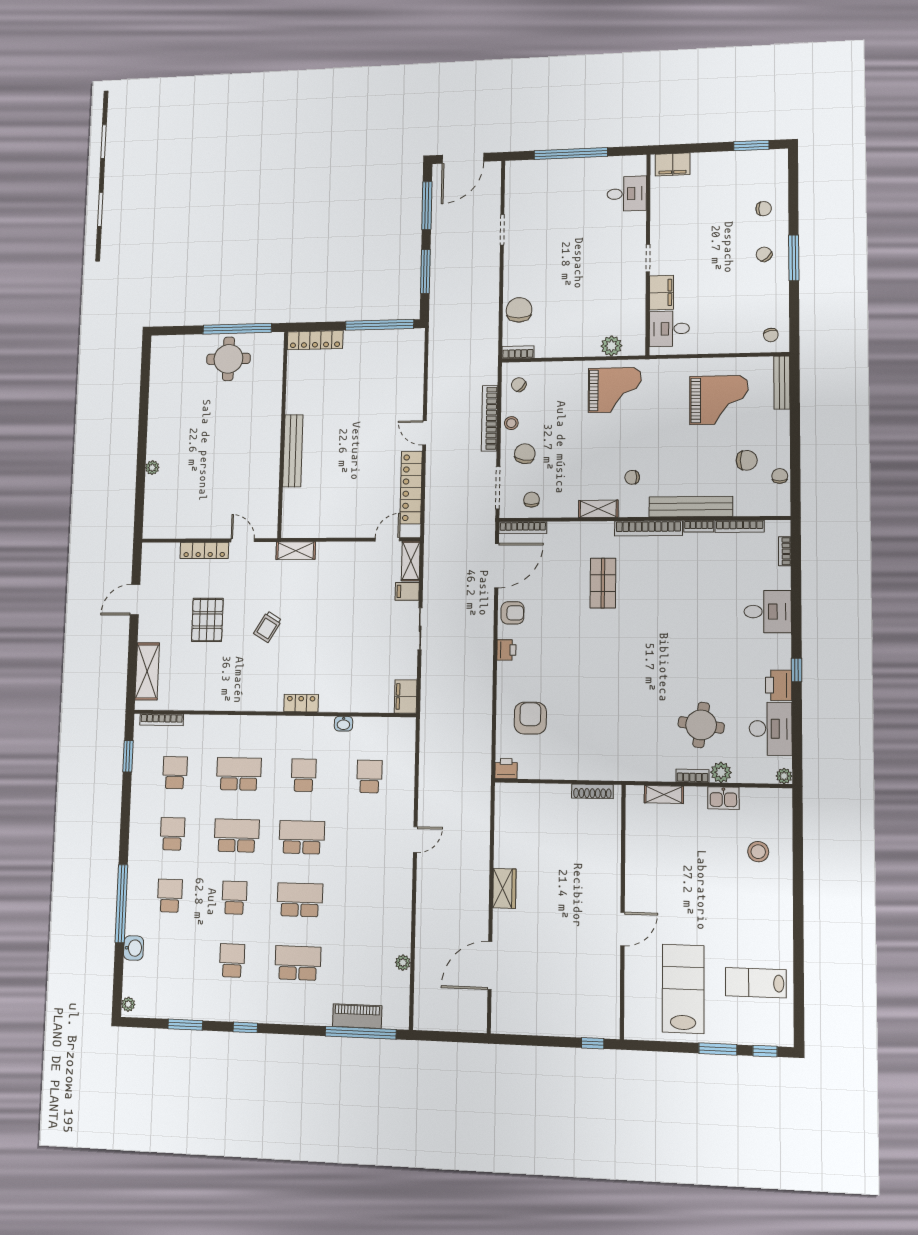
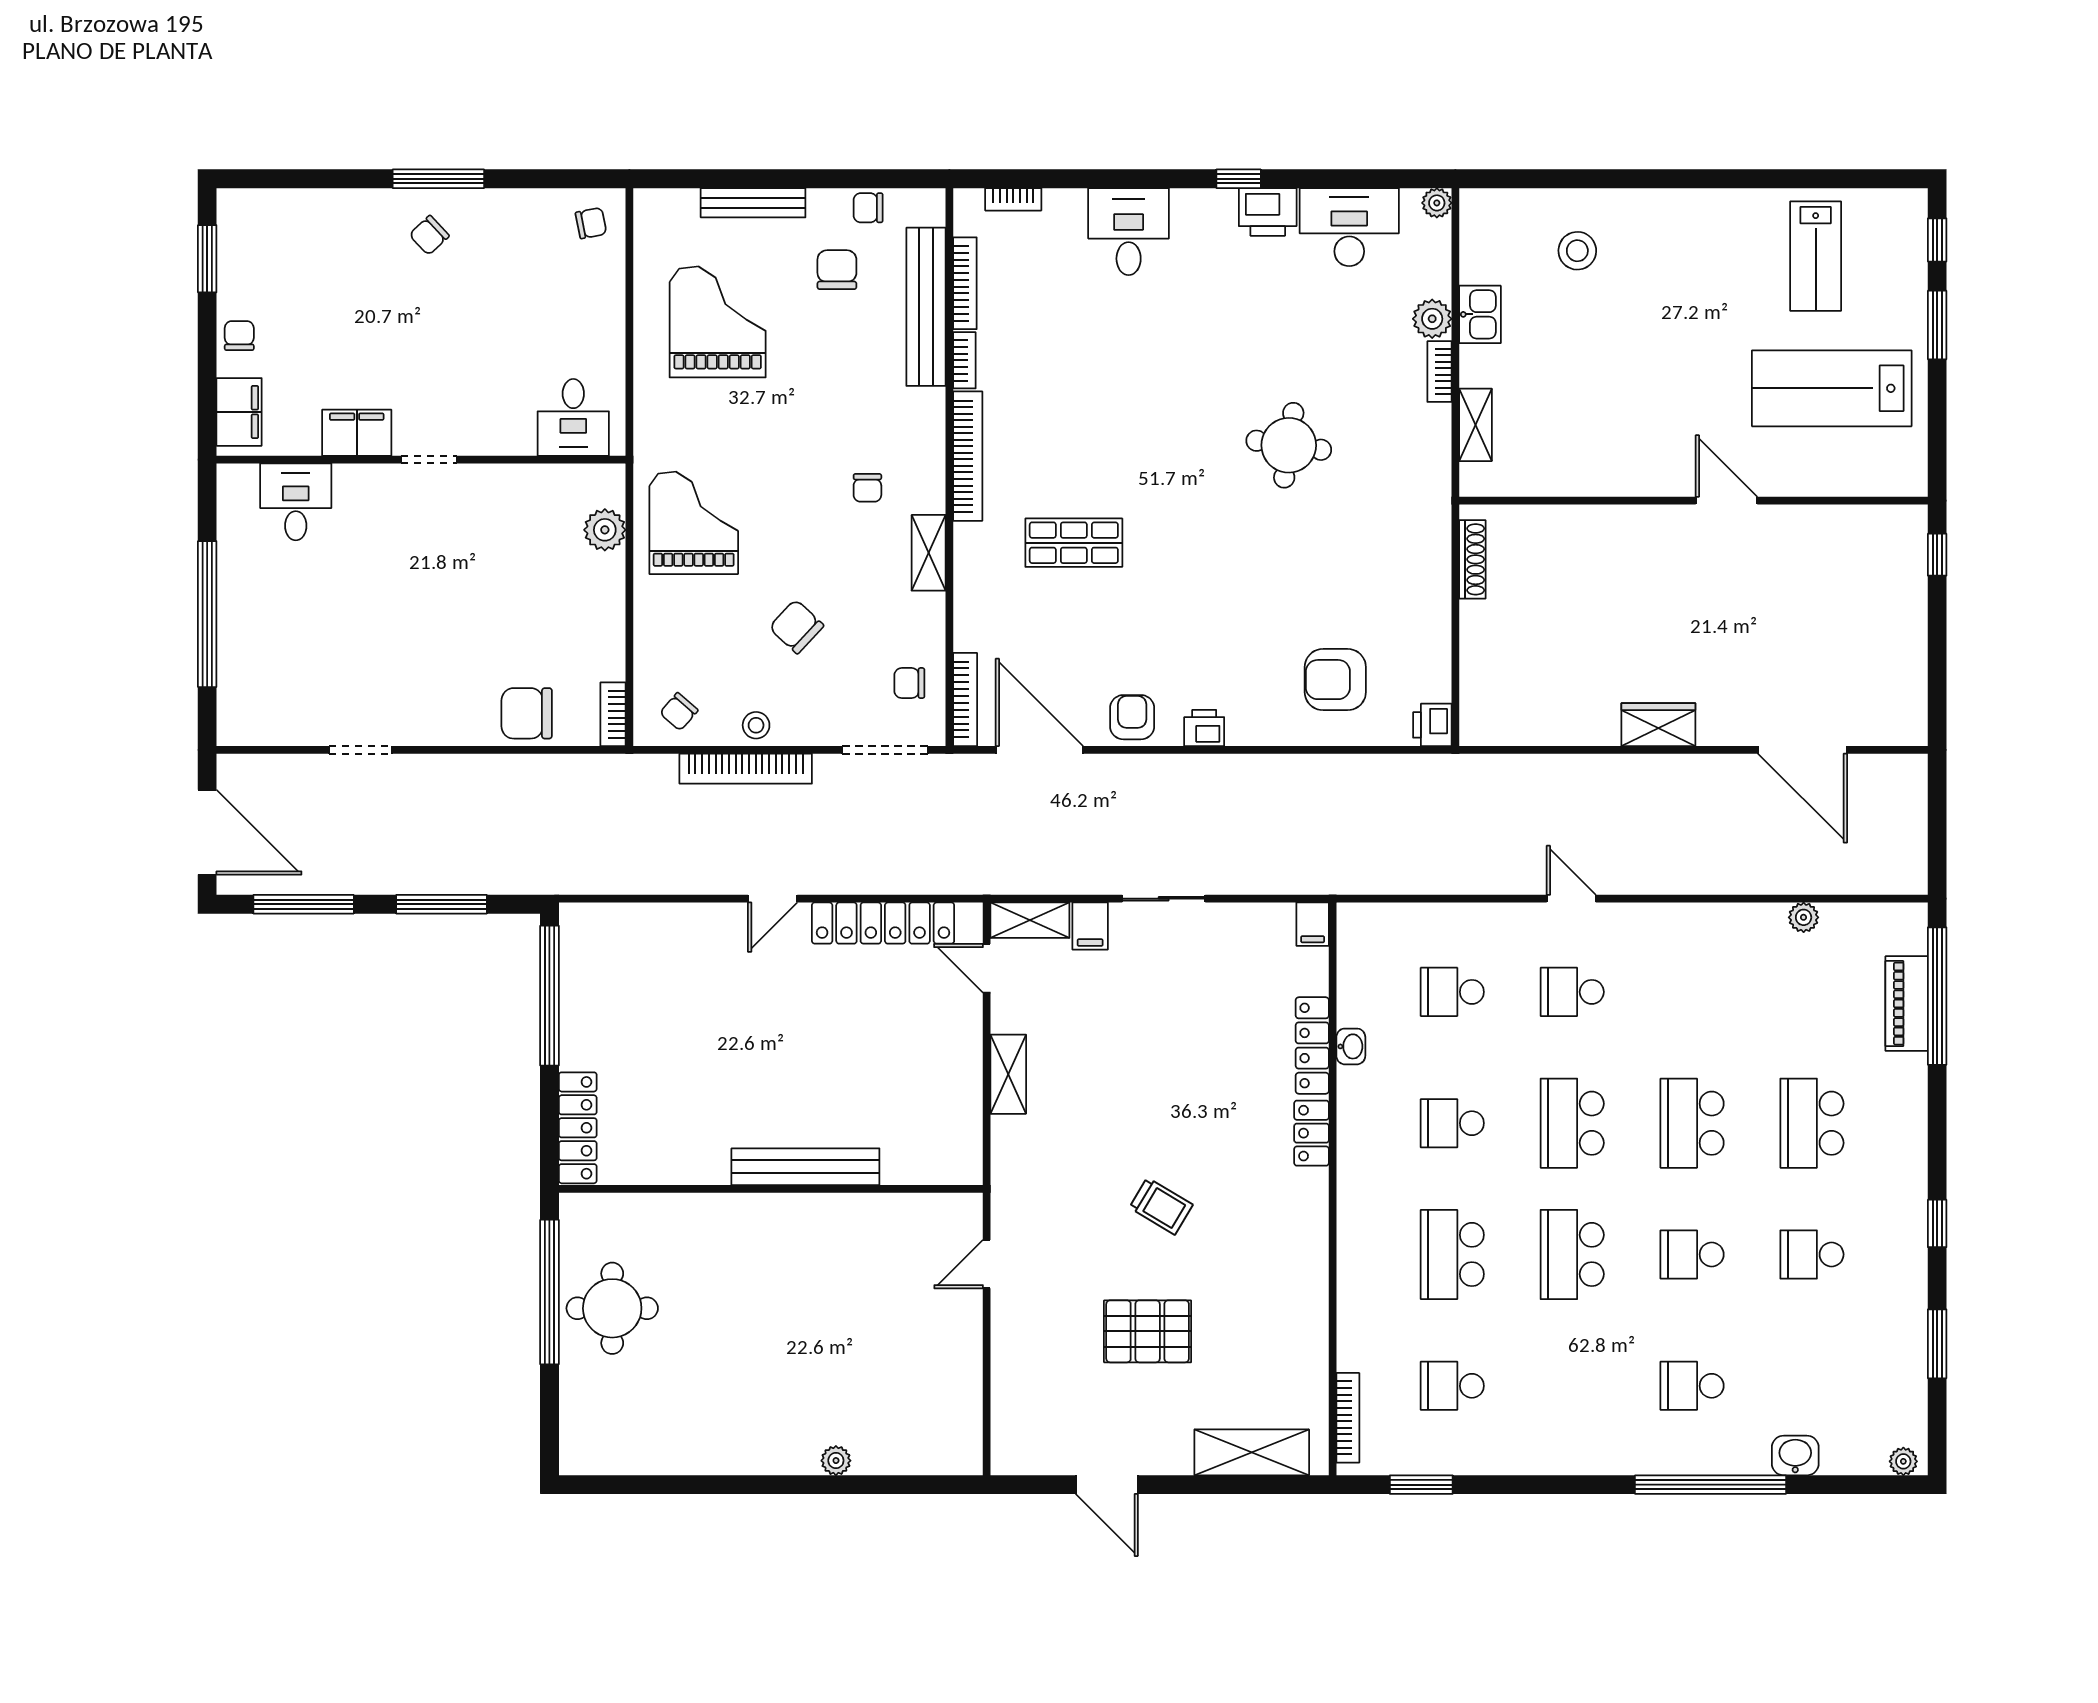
chair: (764, 209) -> (239, 336), moved
filing cabinet: (662, 293) -> (357, 433), moved
bench: (782, 383) -> (753, 203), moved
chair: (525, 454) -> (796, 627), moved, turned 34
bench: (691, 507) -> (926, 307), moved
locker: (204, 550) -> (1312, 1046), moved, turned 180
shelving: (296, 551) -> (1008, 1074), moved
filing cabinet: (406, 696) -> (1313, 924), width x0.50
round table: (701, 725) -> (1289, 445), moved
school desk: (172, 834) -> (1572, 992), moved

